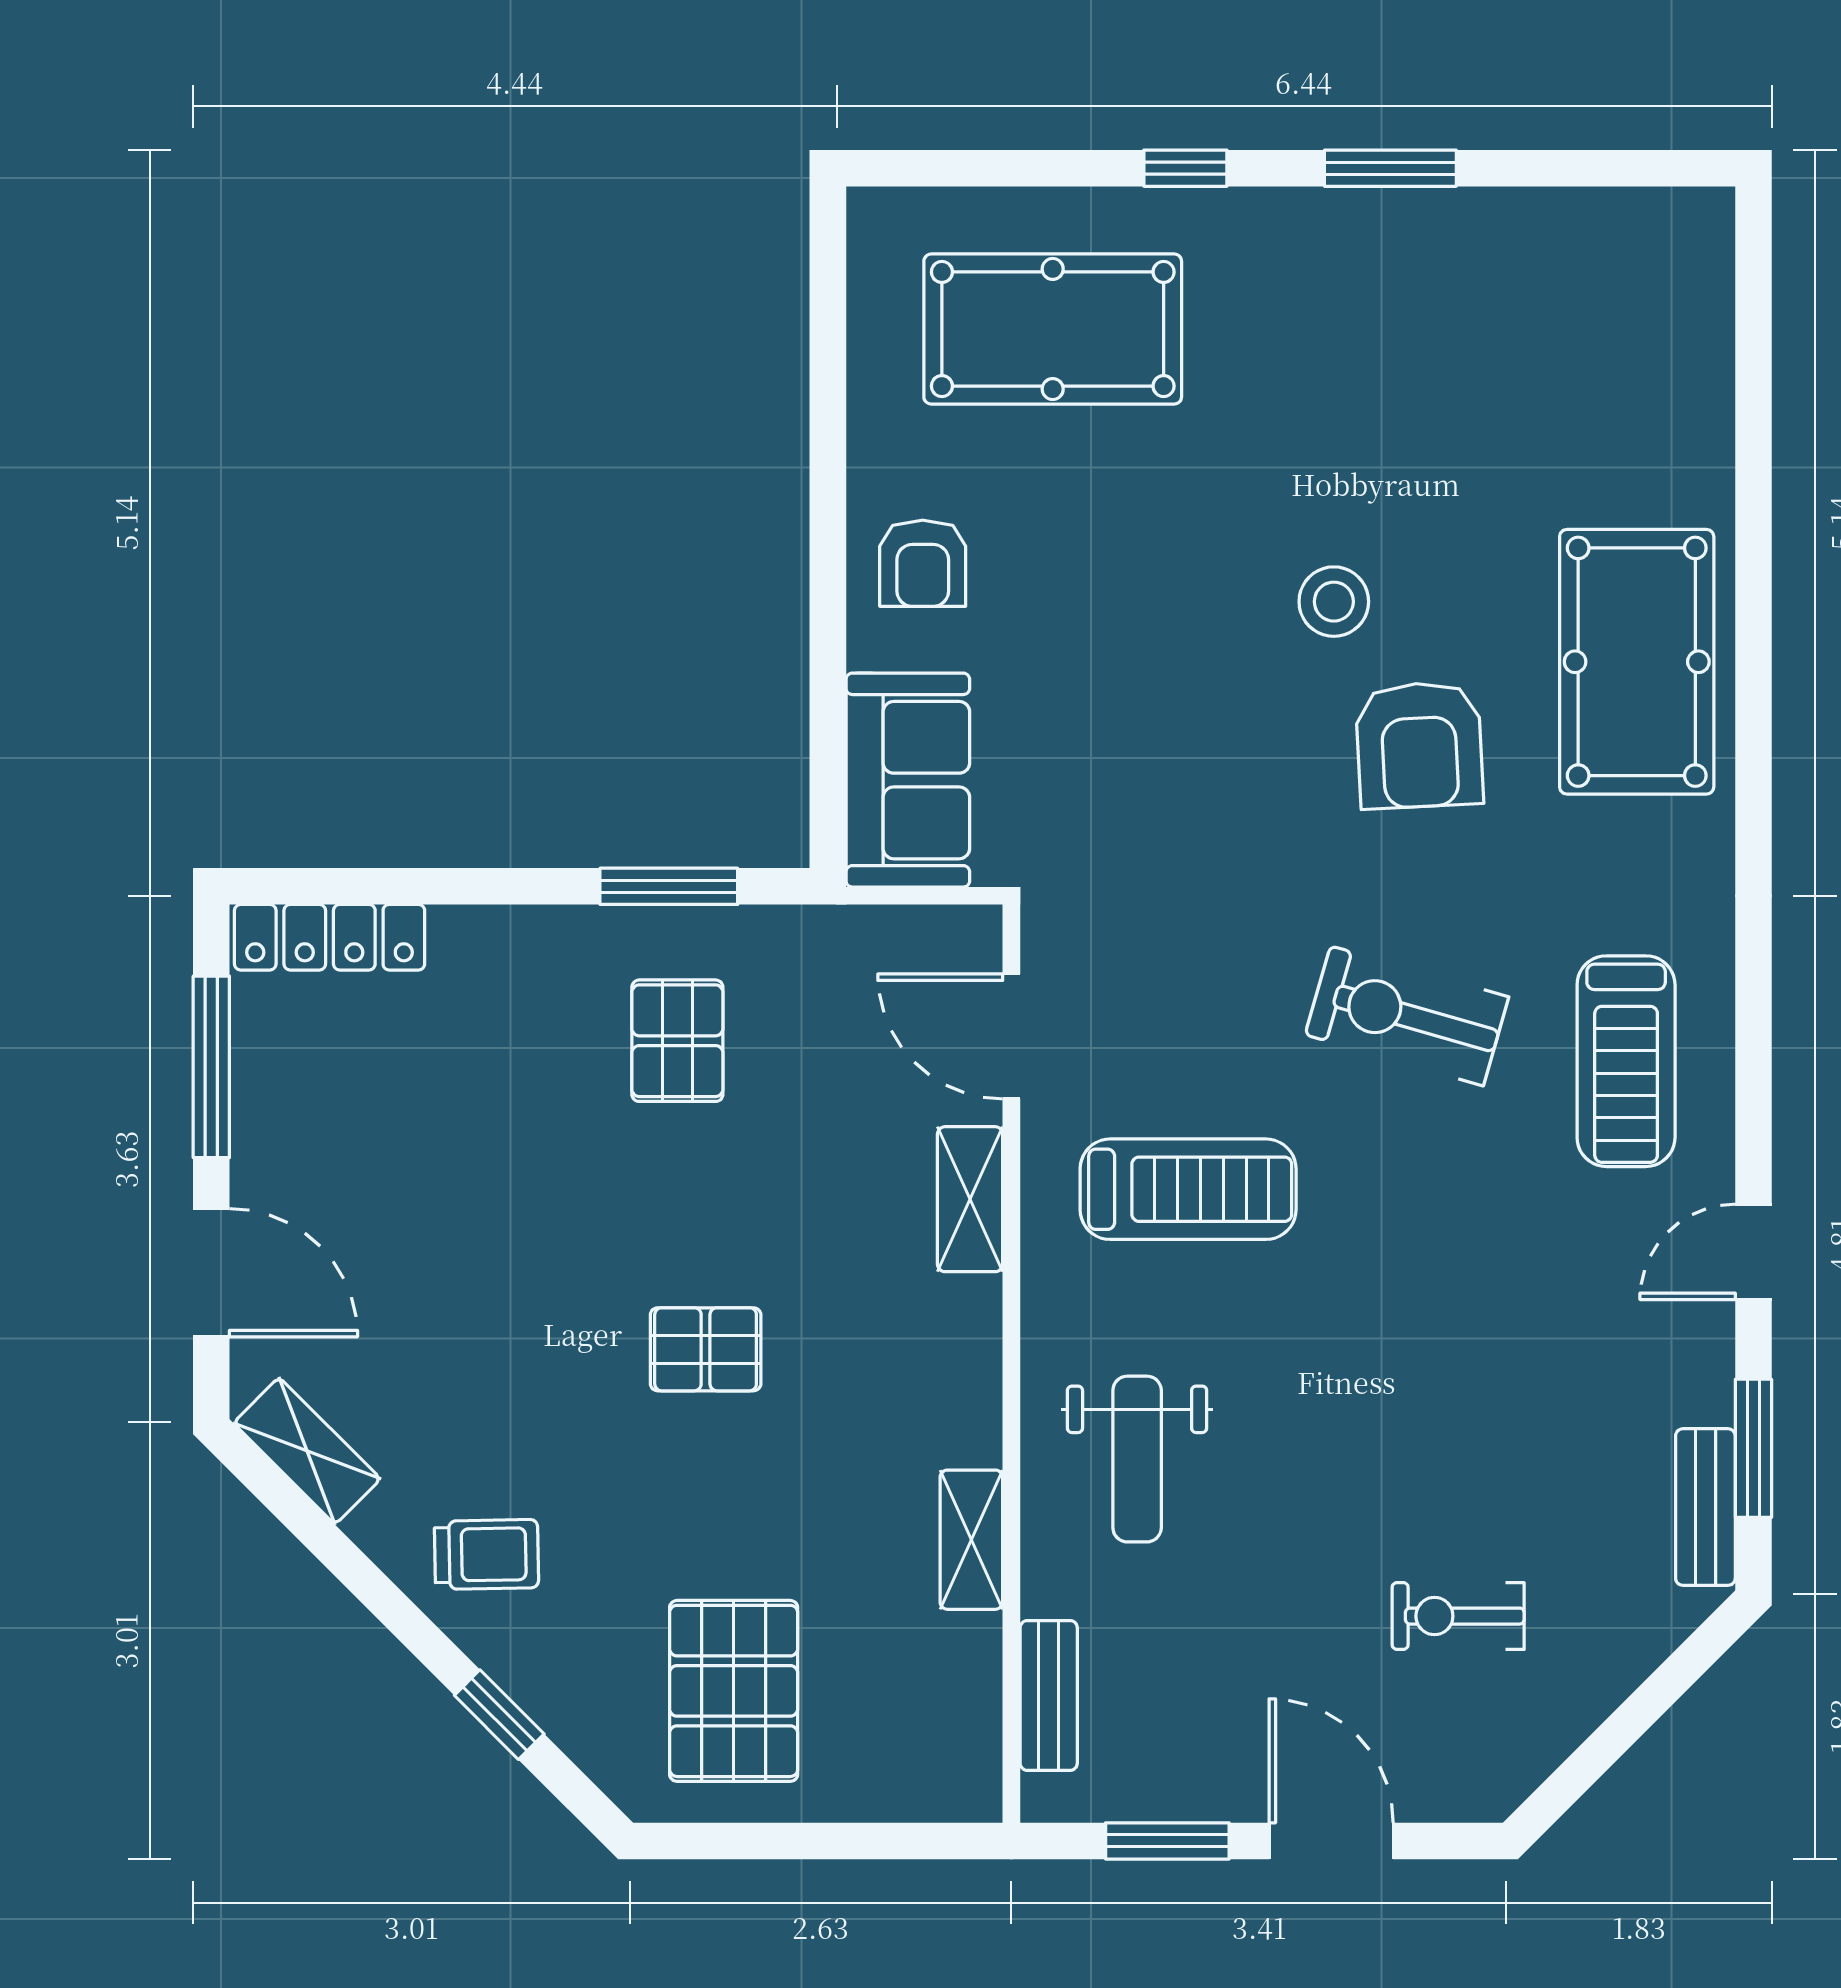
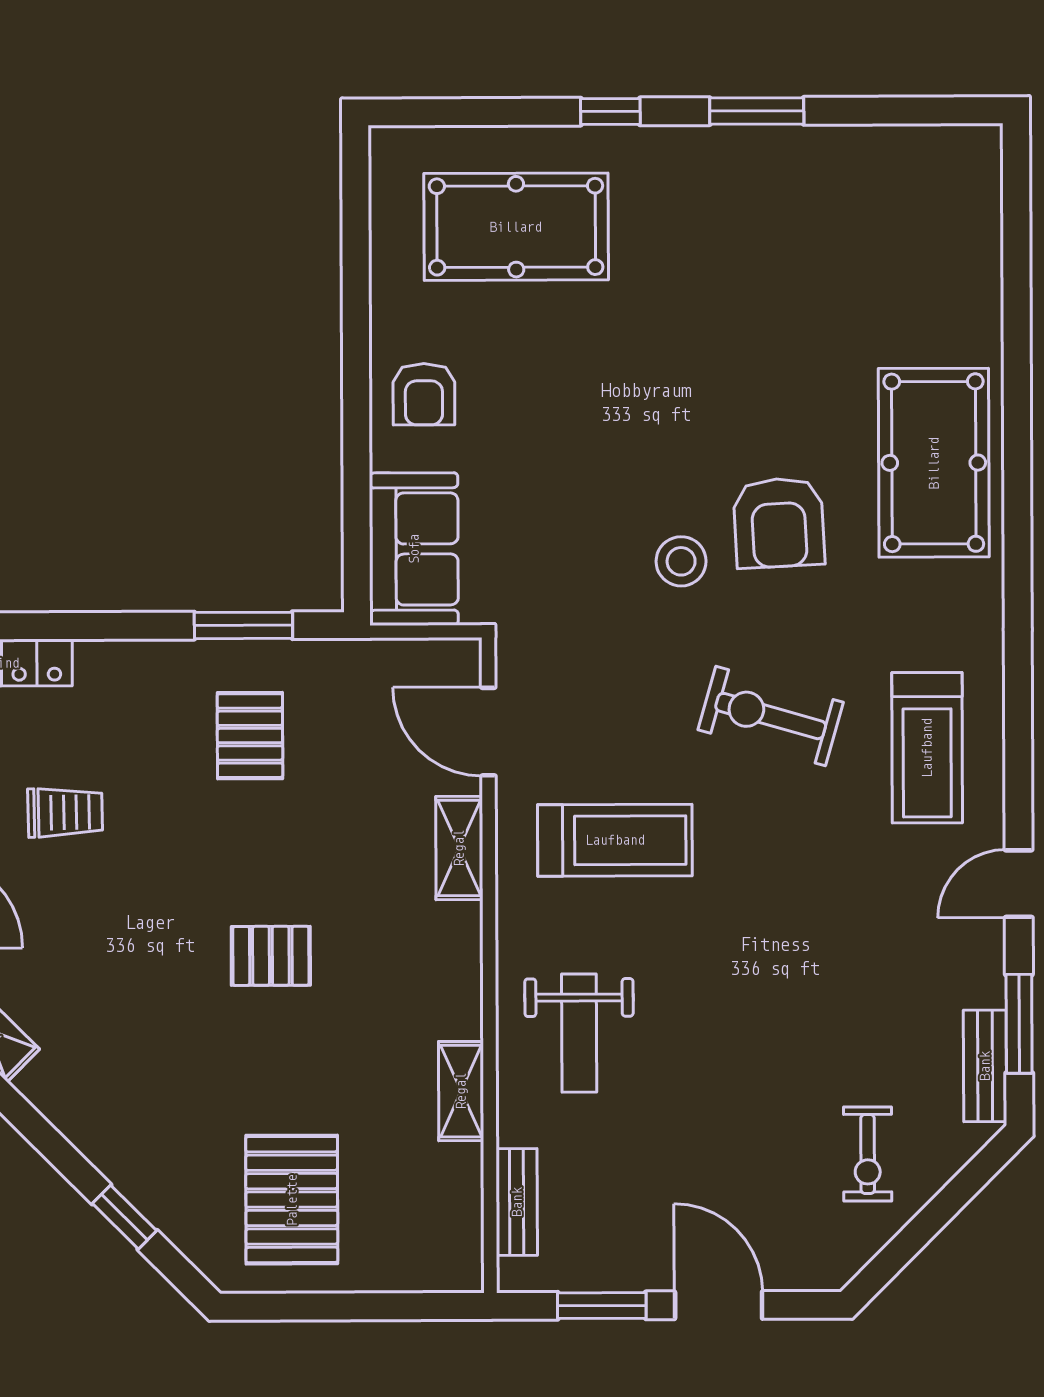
stool: (1334, 602) -> (681, 561), moved
trolley: (486, 1554) -> (65, 812), moved
exercise bike: (1458, 1616) -> (868, 1154), moved, turned -90

